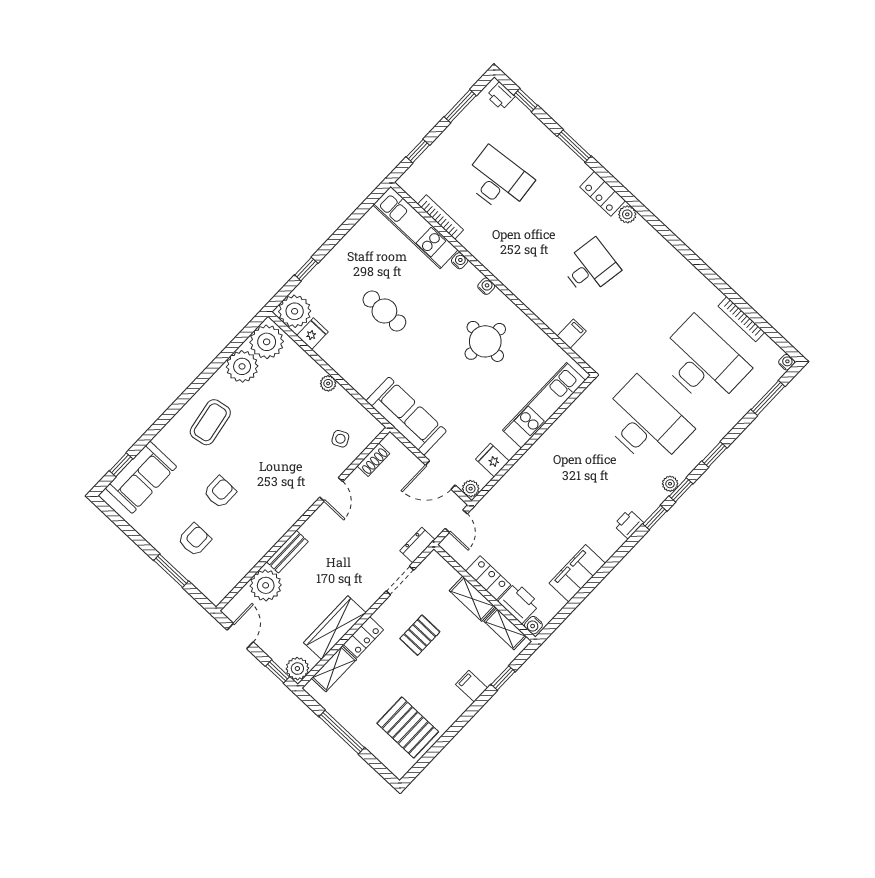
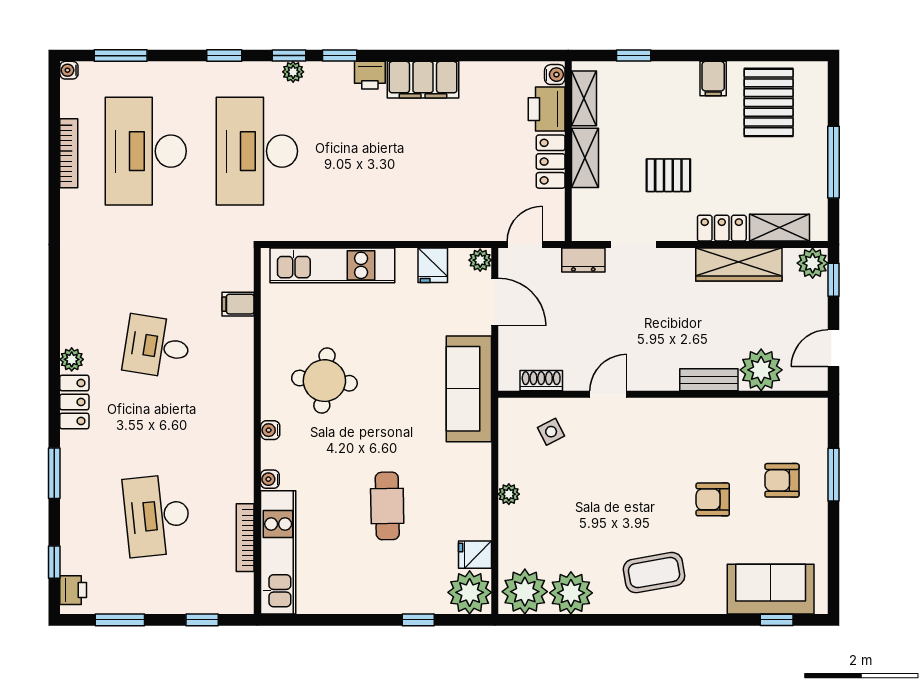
filing cabinet: (577, 573) -> (423, 80), moved
filing cabinet: (472, 686) -> (713, 79), moved

